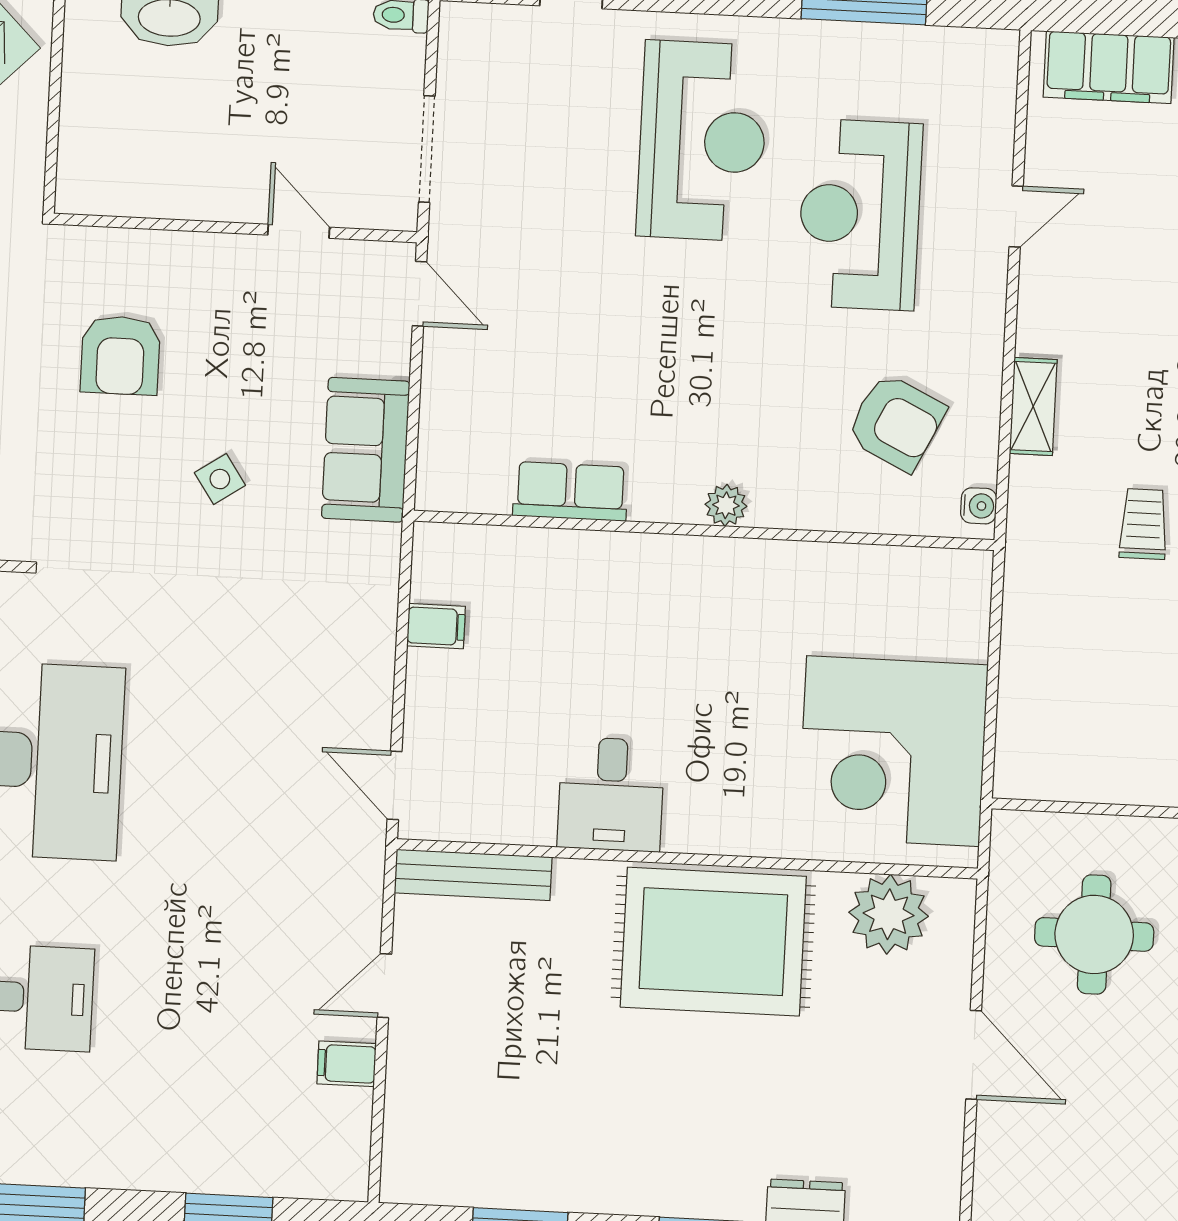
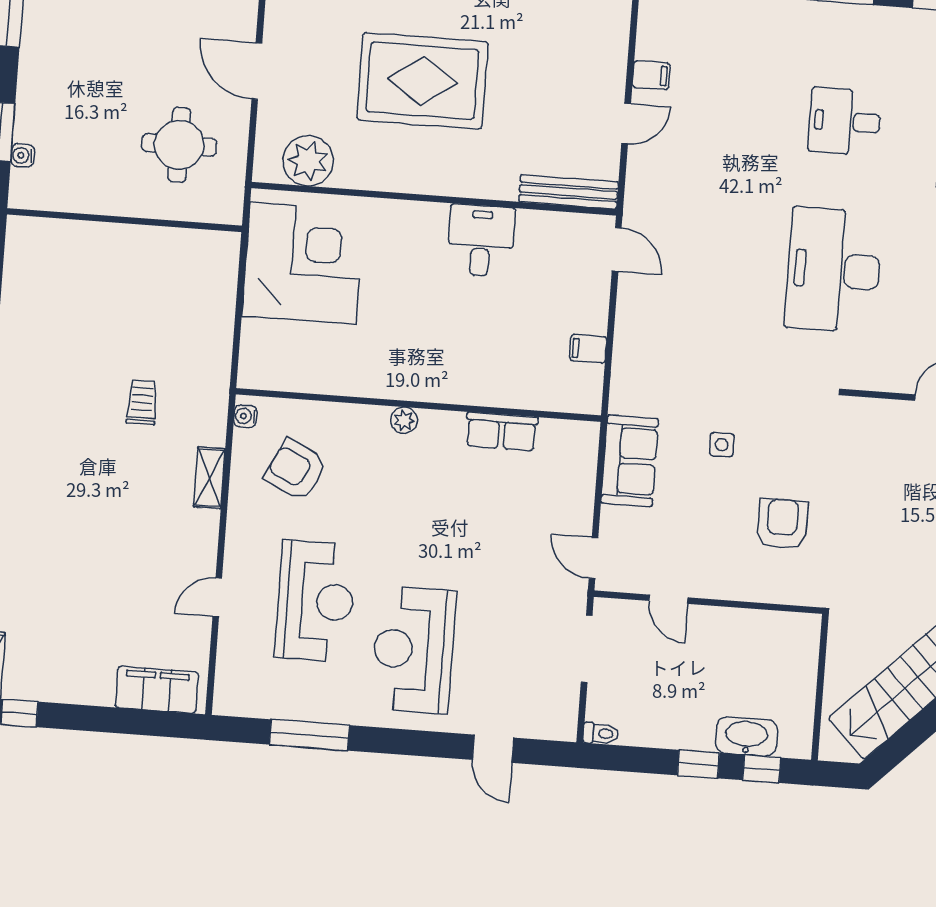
side table: (220, 479) -> (722, 445), turned 33
trolley: (1144, 524) -> (142, 402), turned 180
rug: (713, 942) -> (422, 81), moved

